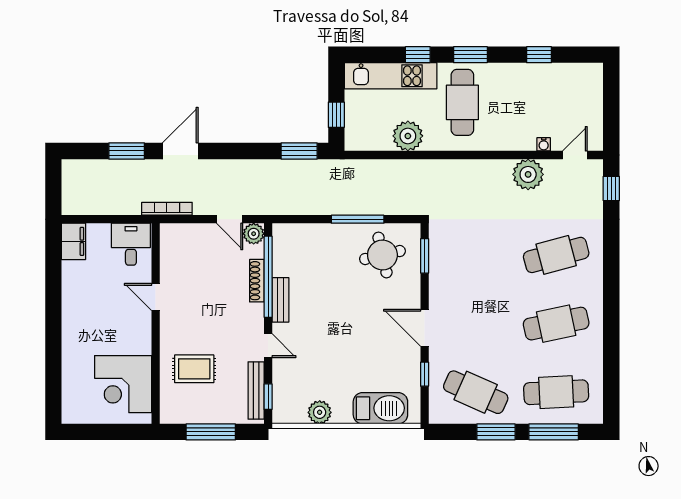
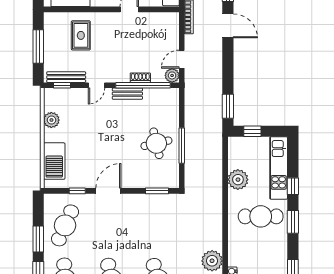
round table: (382, 255) -> (156, 143), moved
shoe rack: (257, 281) -> (140, 78), width x0.70

